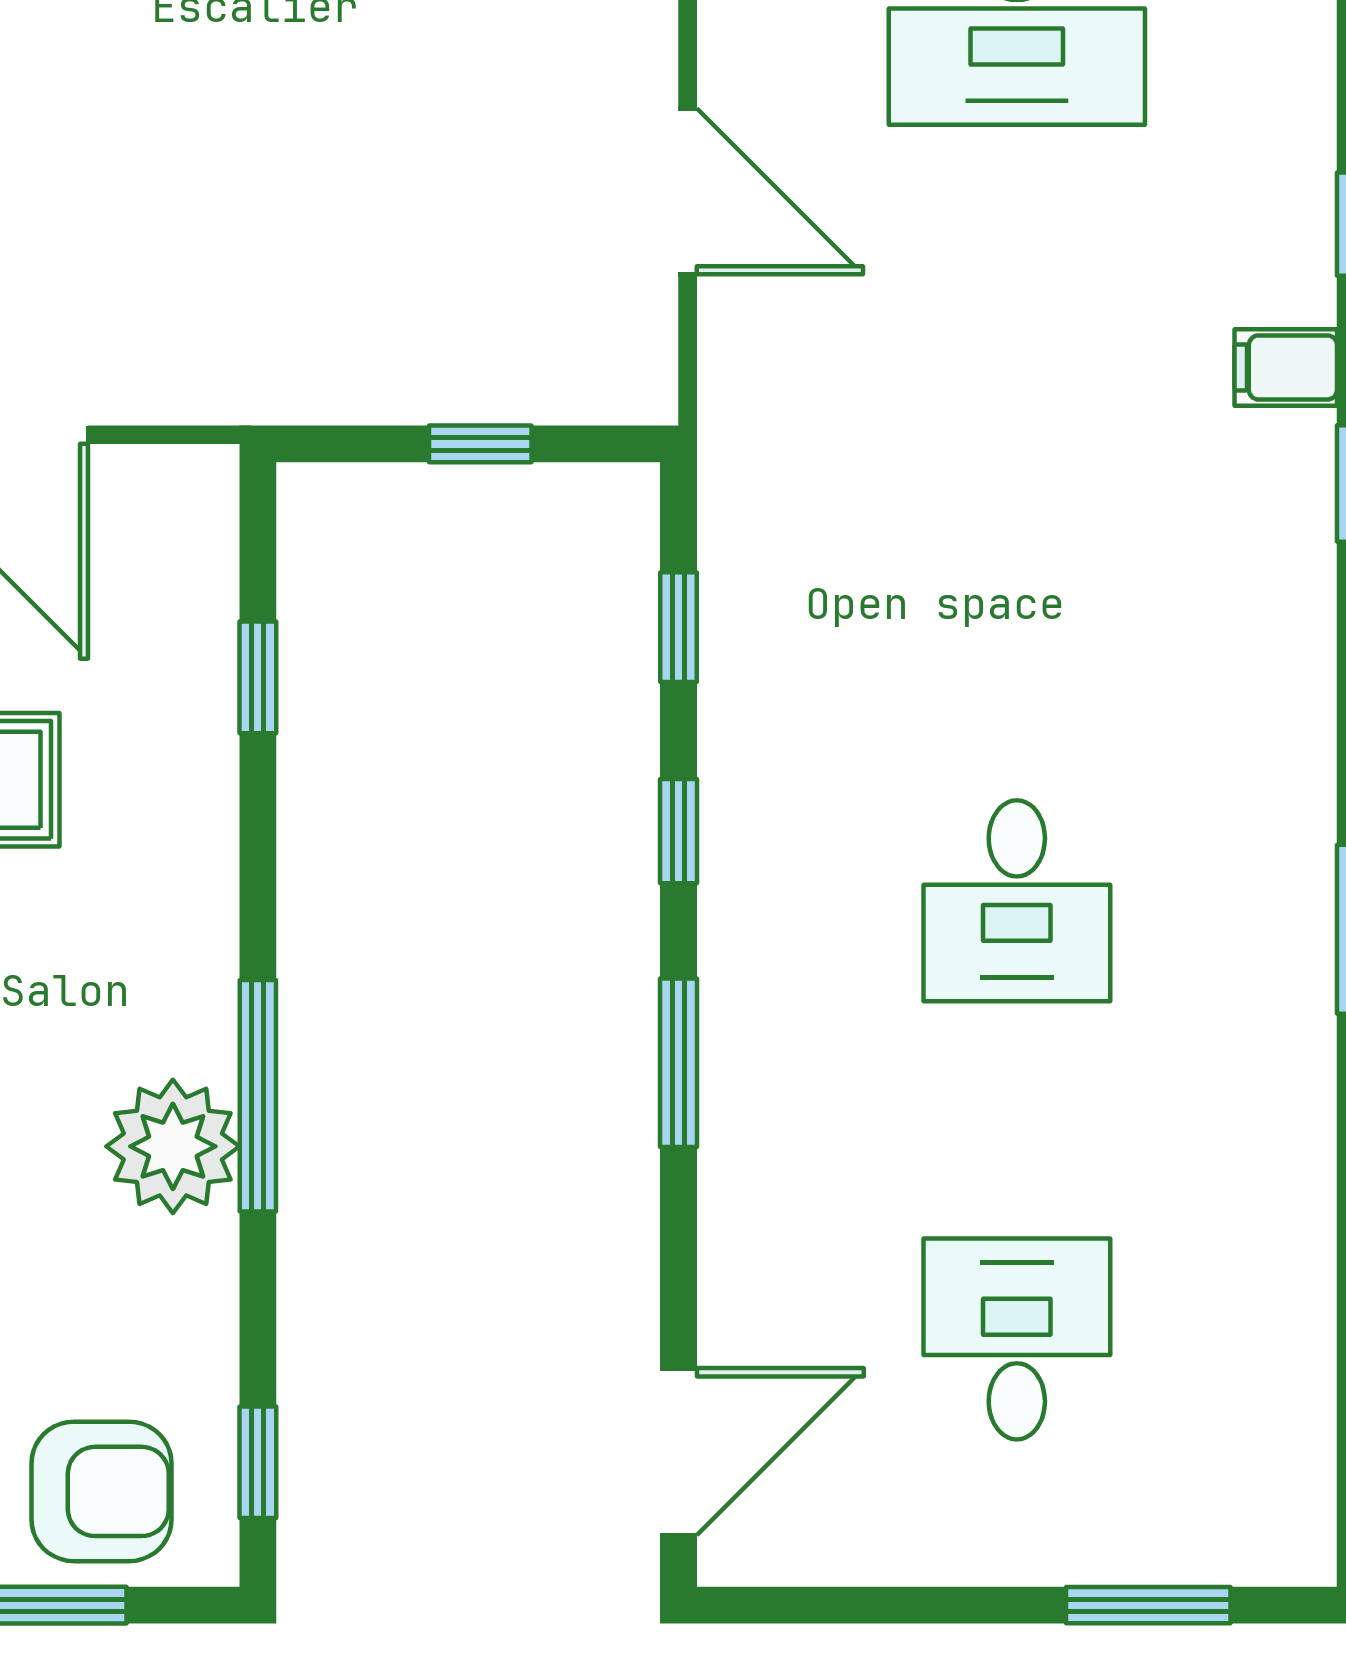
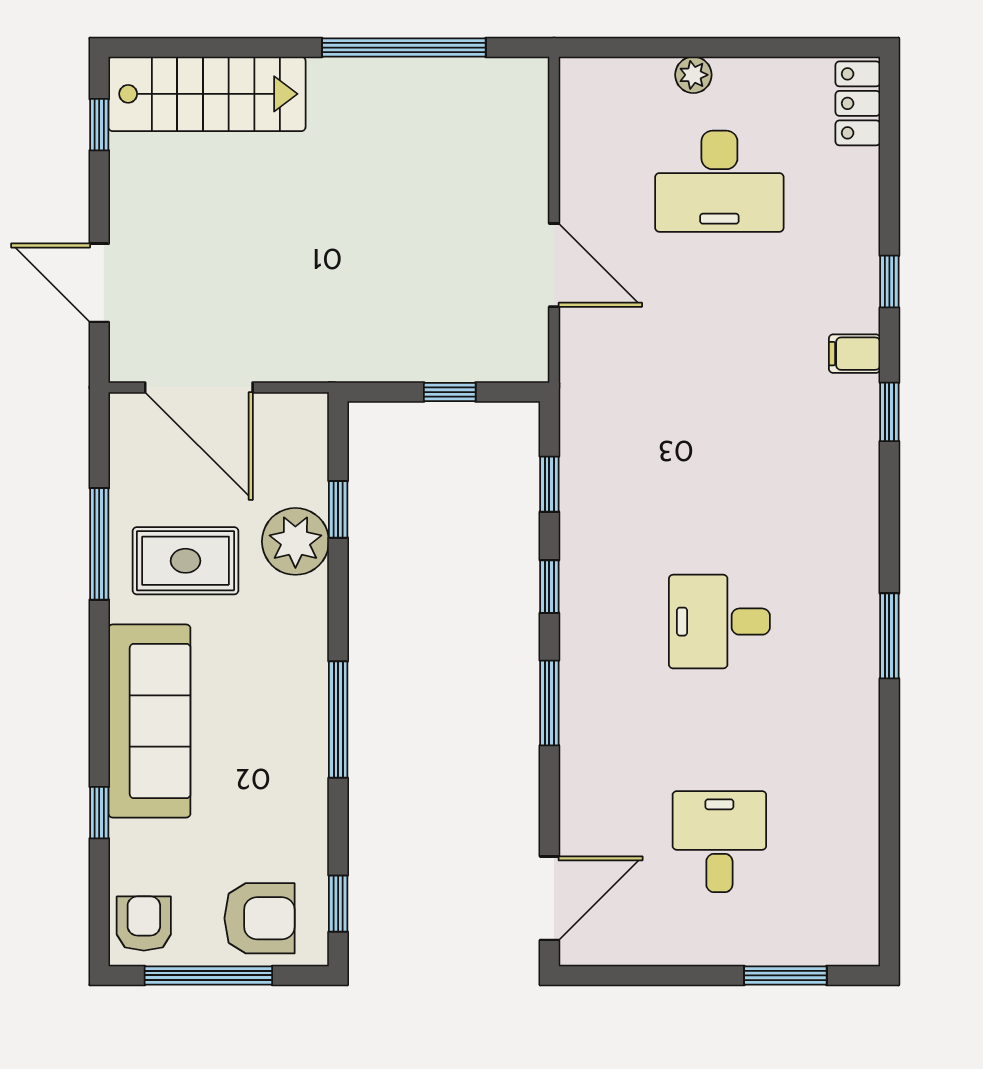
desk: (1017, 901) -> (719, 622), turned 90
plant: (173, 1146) -> (295, 541), moved

